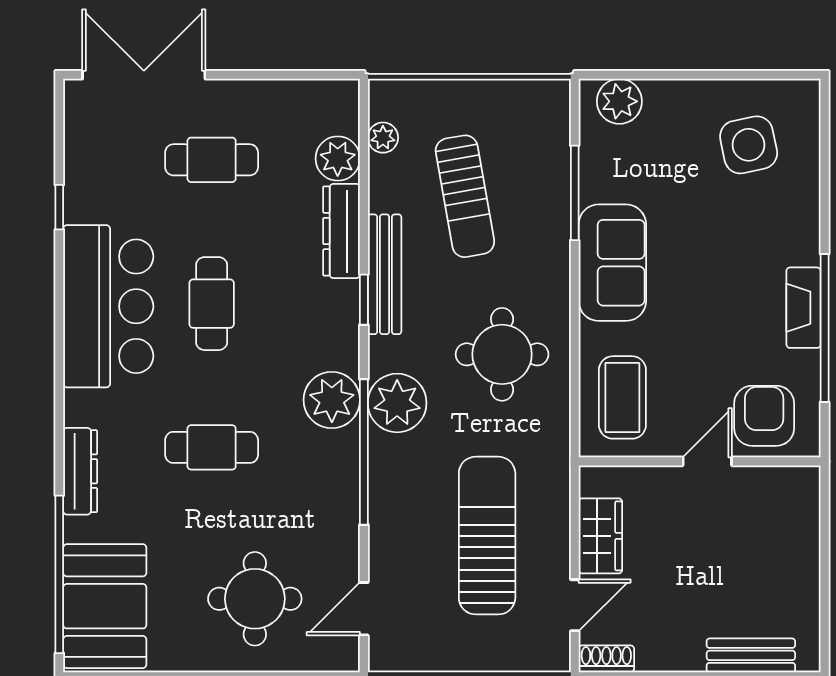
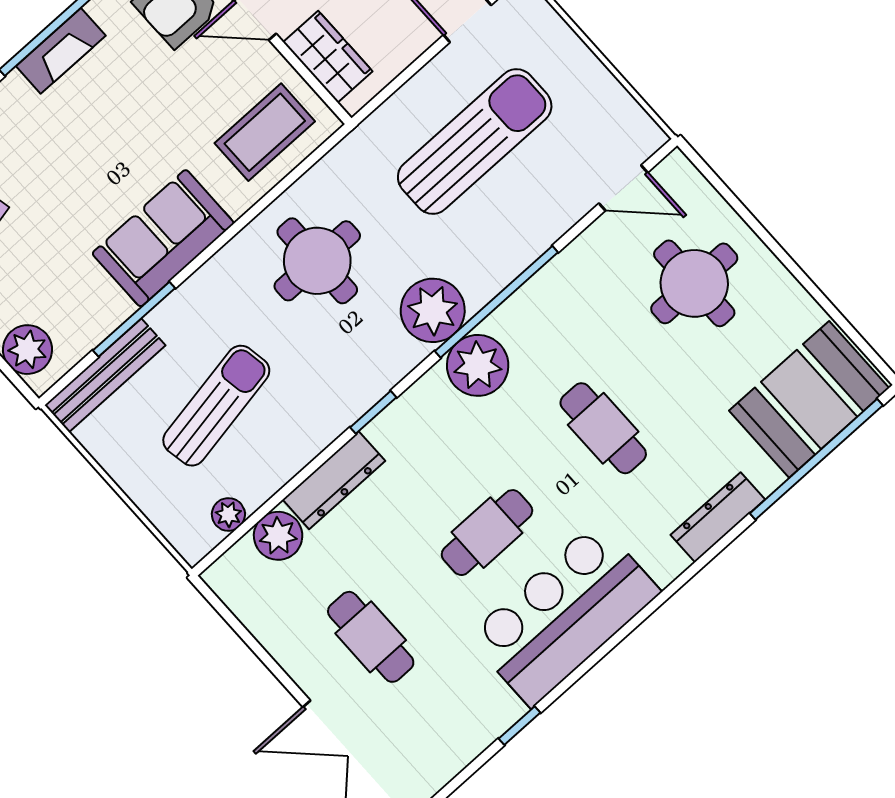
bench: (385, 274) -> (105, 375), moved
sun lounger: (487, 536) -> (475, 142), turned 180
wardrobe: (600, 536) -> (328, 57), moved, turned 90

